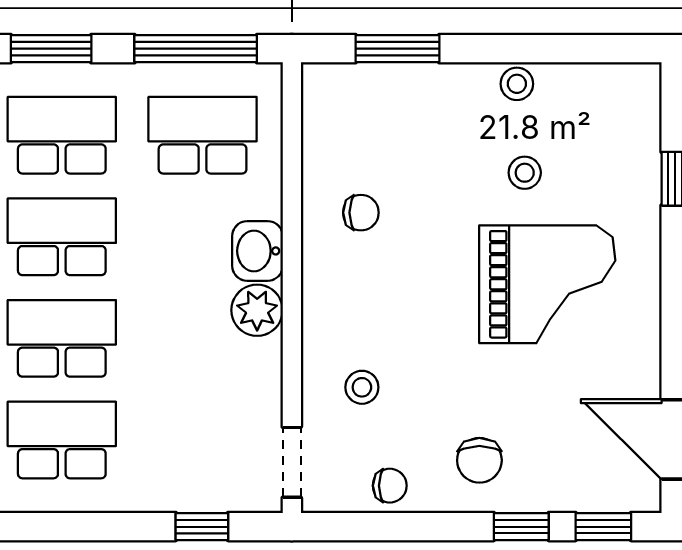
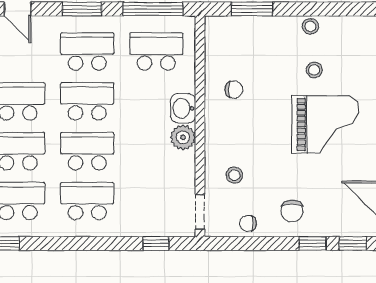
chair: (390, 486) -> (248, 223), turned 180

